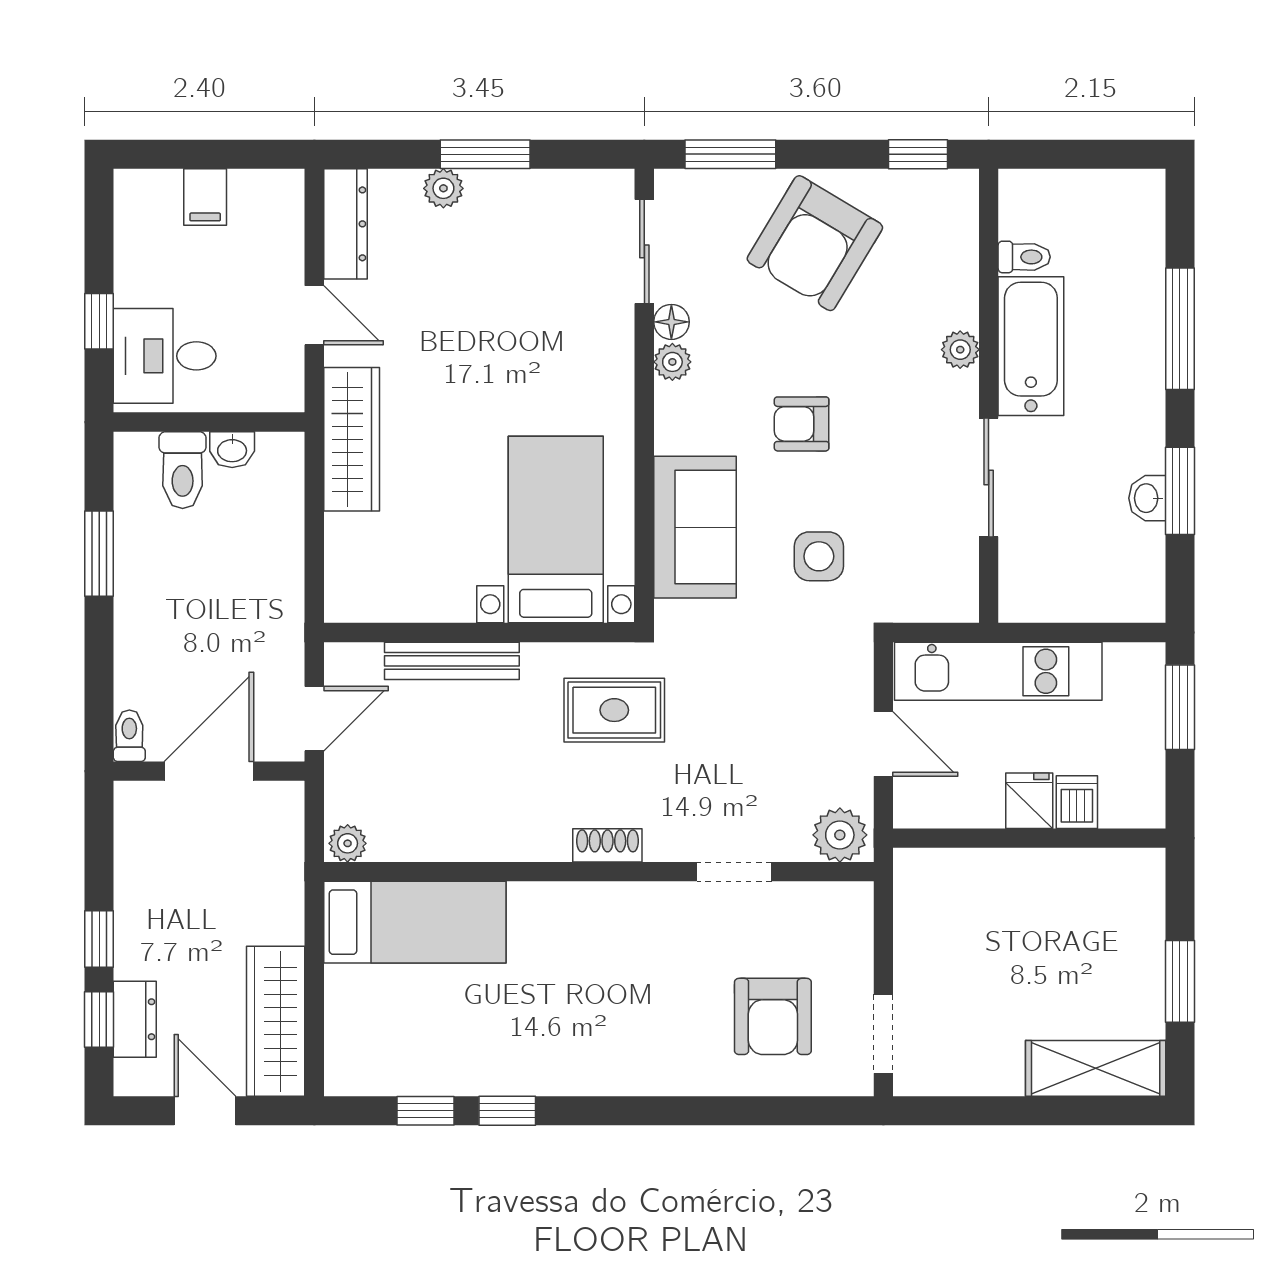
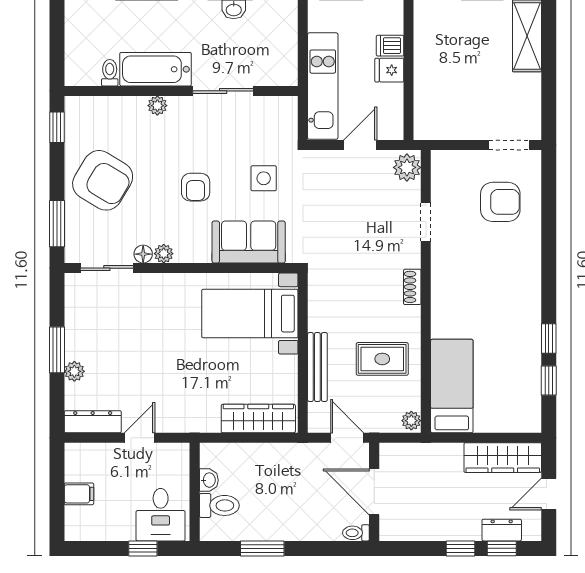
wardrobe: (352, 439) -> (258, 419), moved
rug: (614, 710) -> (382, 359), moved, turned 90

